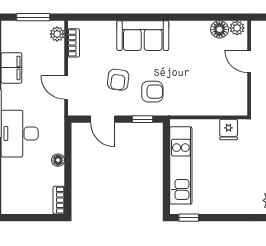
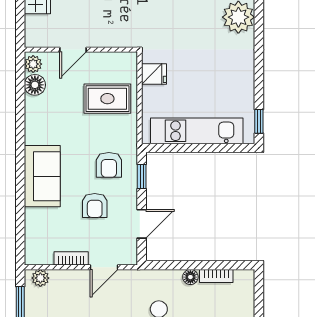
bookcase: (74, 43) -> (71, 258), moved
armchair: (118, 80) -> (95, 205), turned 83
rug: (208, 90) -> (107, 99), added
armchair: (152, 92) -> (109, 165), turned 180
bookcase: (59, 200) -> (216, 276), moved

